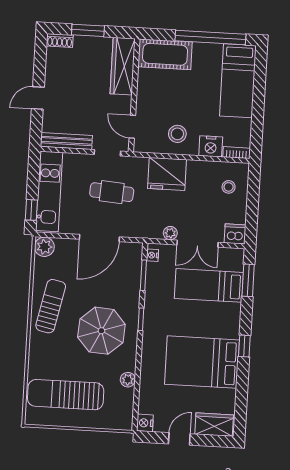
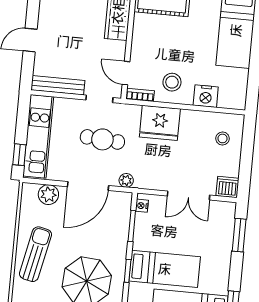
bookcase: (237, 153) -> (140, 95), moved
plant: (170, 233) -> (126, 180), moved
plant: (44, 247) -> (48, 195), moved
bed: (209, 285) -> (165, 269), moved, turned 180

